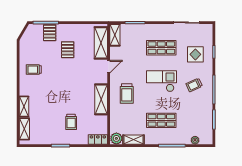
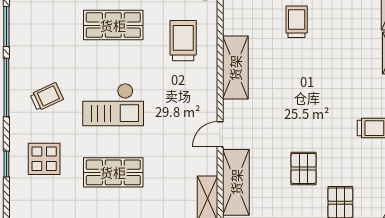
trolley: (127, 93) -> (183, 41), moved

